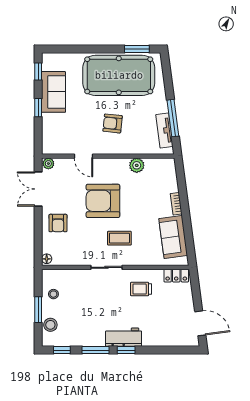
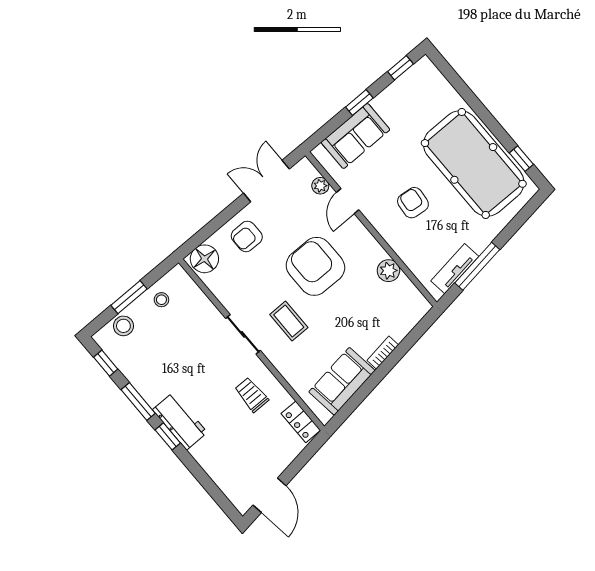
window: (137, 49) -> (521, 159), width x0.67
sofa: (54, 92) -> (355, 136), moved
plant: (48, 164) -> (320, 186), moved
floor lamp: (47, 259) -> (204, 259), width x1.89, depth x1.89

